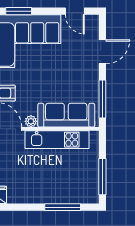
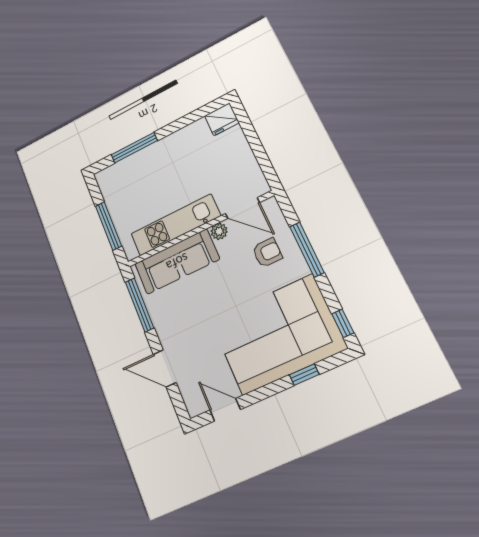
window: (19, 11) -> (304, 375), width x0.67
door: (102, 52) -> (165, 368), hinge flipped
window: (102, 177) -> (108, 226), moved

